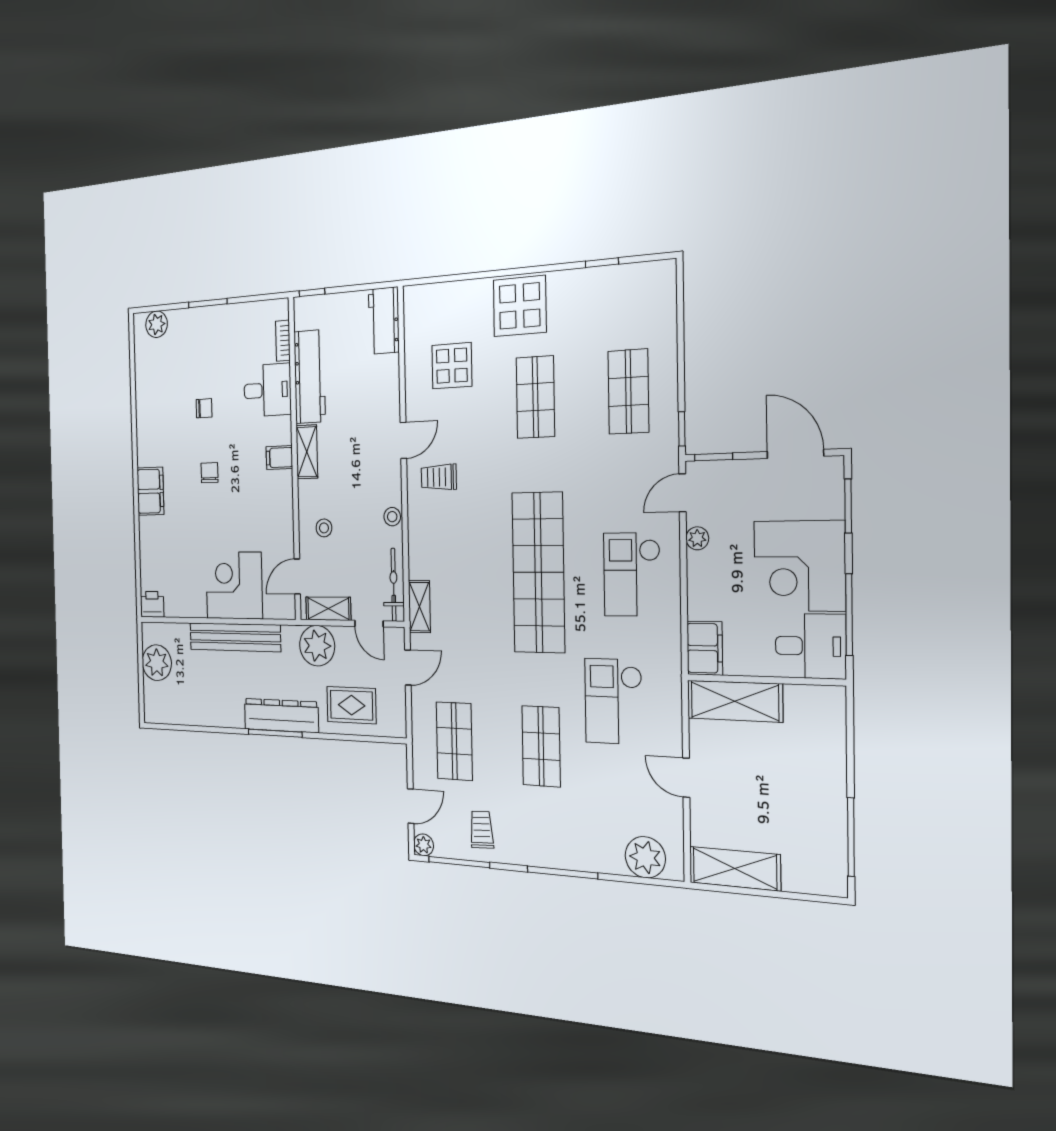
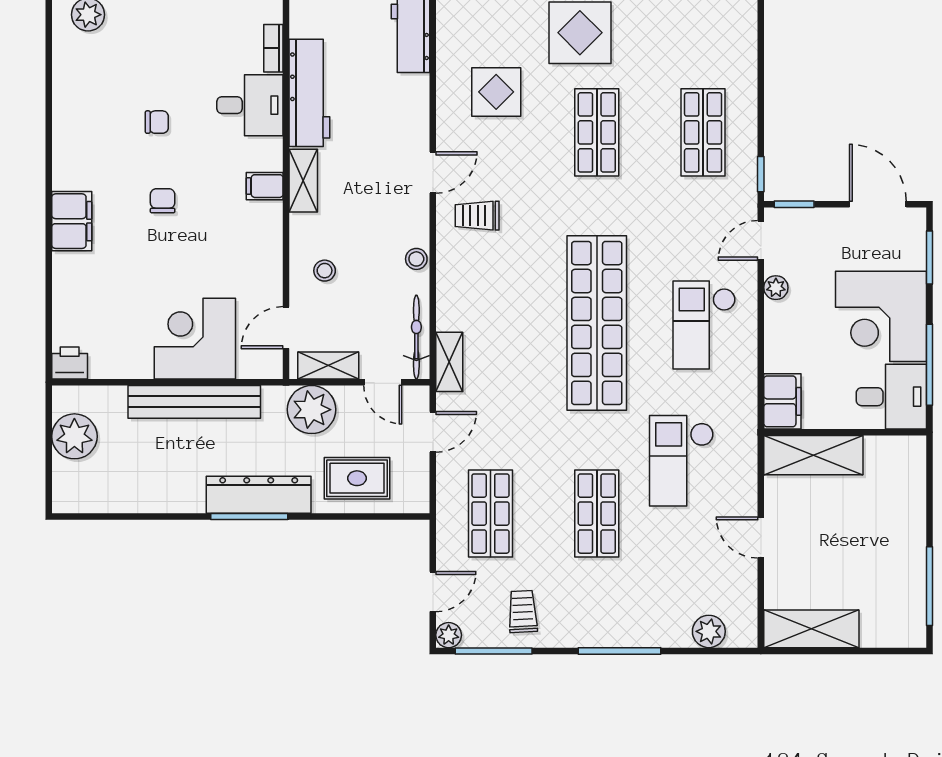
plant: (645, 857) -> (709, 631), width x0.73, depth x0.73

